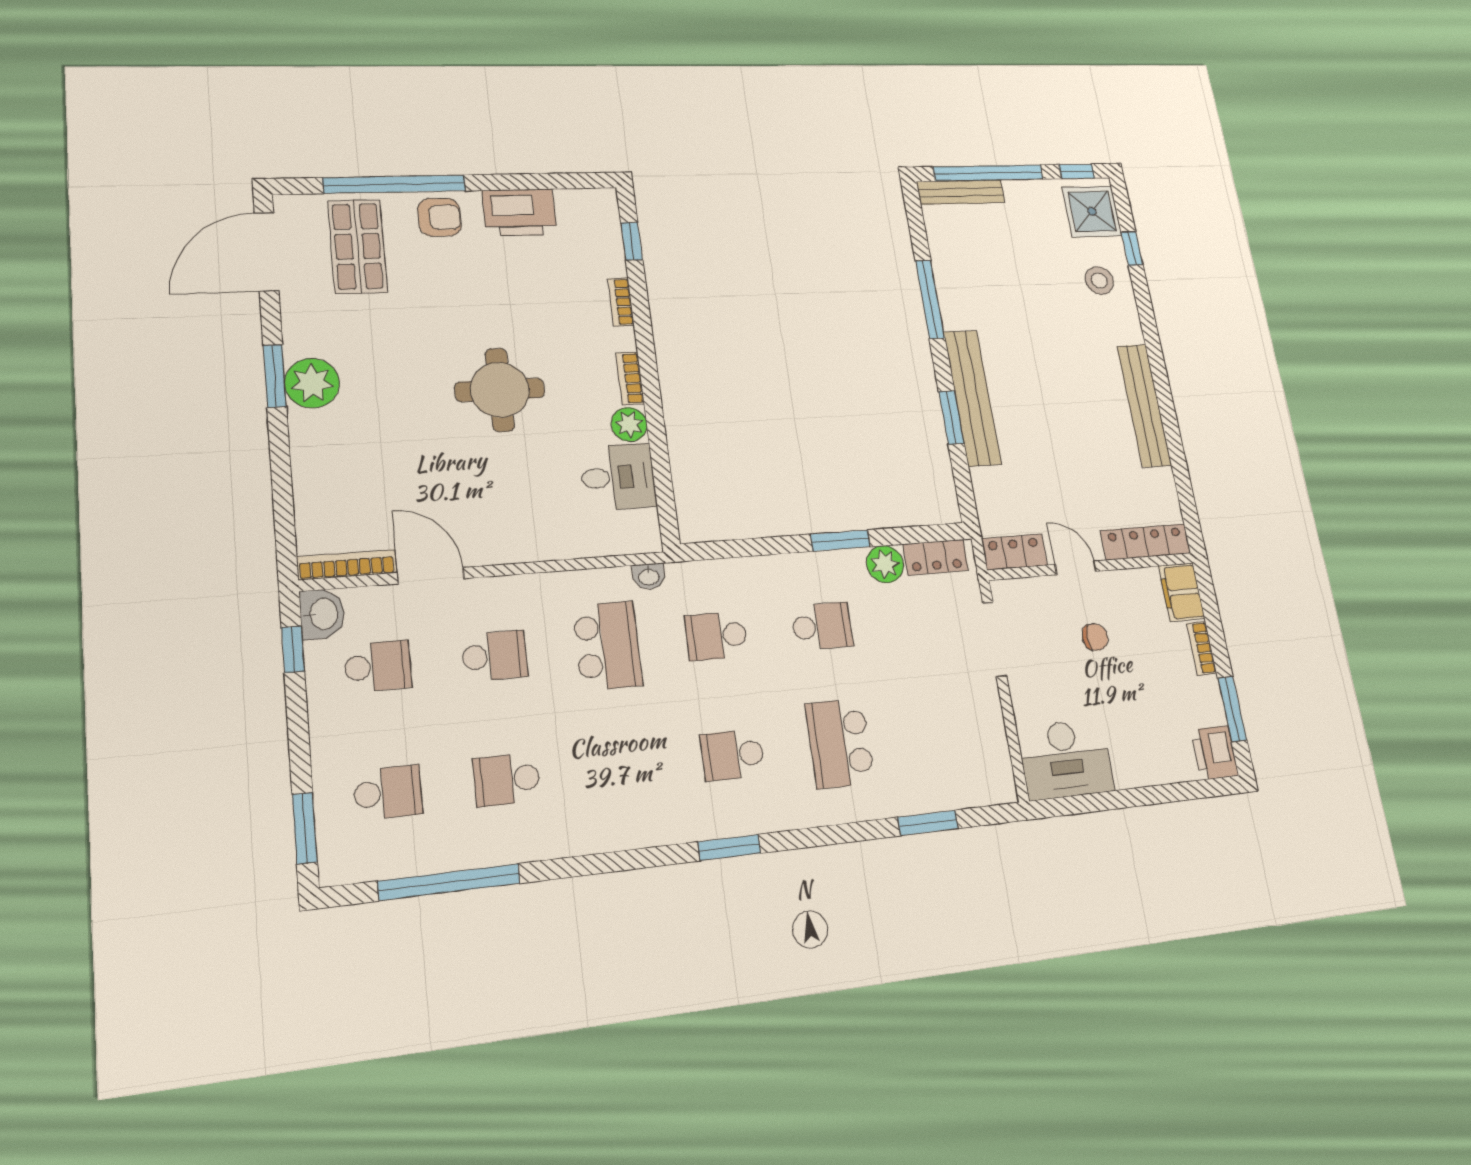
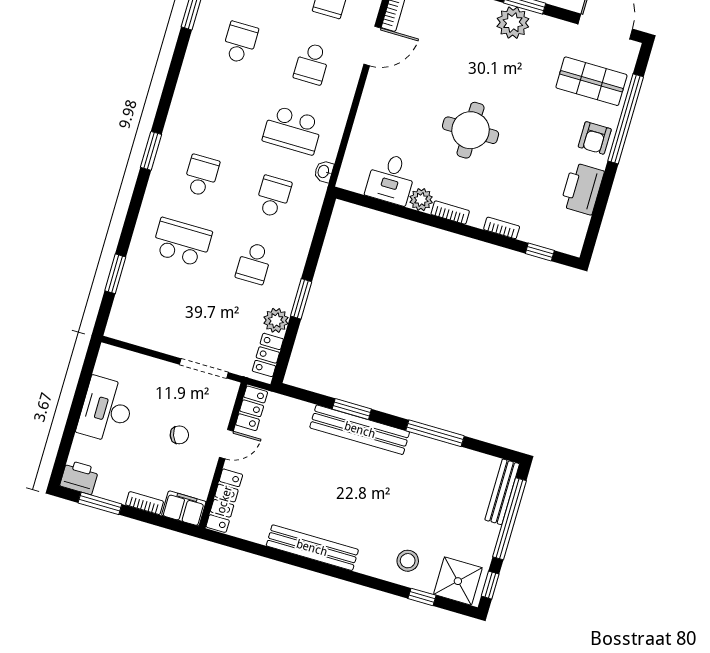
chair: (1095, 637) -> (179, 435), turned -110
desk: (1065, 759) -> (106, 410), moved

